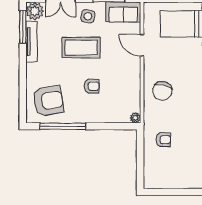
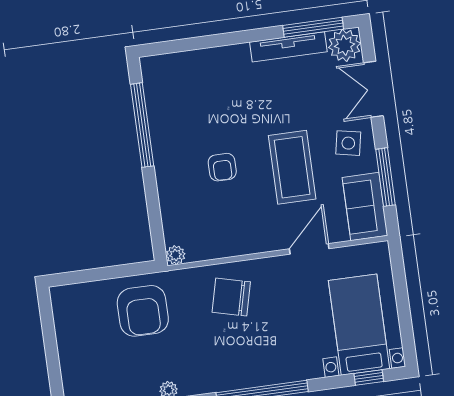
coffee table: (81, 48) -> (292, 167), moved
armchair: (48, 101) -> (185, 92), removed
armchair: (163, 140) -> (143, 311), width x1.88, depth x1.88

